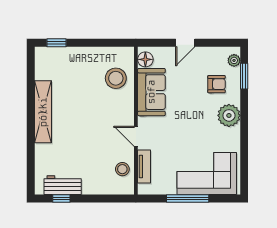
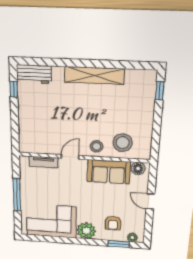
stool: (122, 169) -> (97, 146), moved
corner sofa: (207, 174) -> (51, 221), moved, turned -90
workbench: (63, 185) -> (34, 74), moved, turned 90

